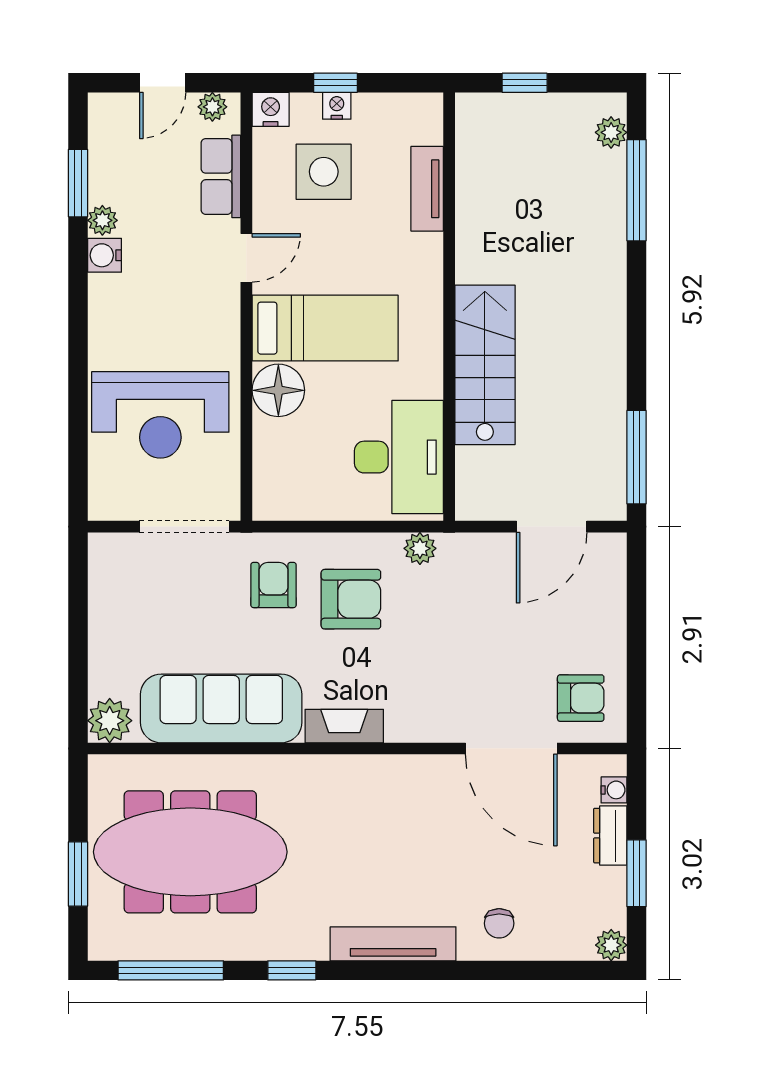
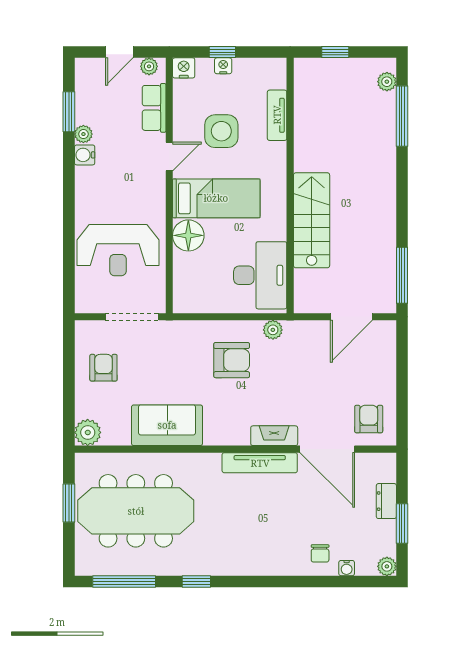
side table: (324, 172) -> (221, 131), moved
armchair: (274, 585) -> (103, 368), moved
armchair: (581, 698) -> (369, 419), turned -90
sofa: (221, 708) -> (167, 425), width x0.73
fireplace: (344, 726) -> (274, 436), moved
water cooler: (614, 790) -> (347, 568), moved, turned 90
window: (78, 874) -> (69, 503), moved
tv unit: (393, 944) -> (260, 463), moved, turned 180

